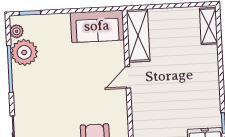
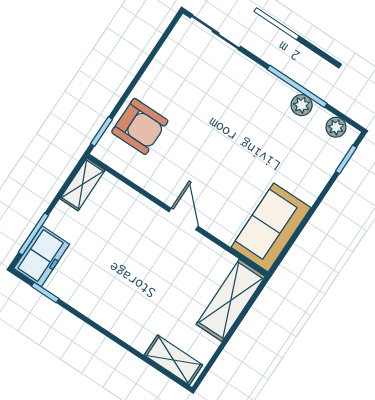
shelving: (138, 36) -> (231, 300), moved, turned 90
plant: (24, 52) -> (302, 105), width x0.53, depth x0.53

